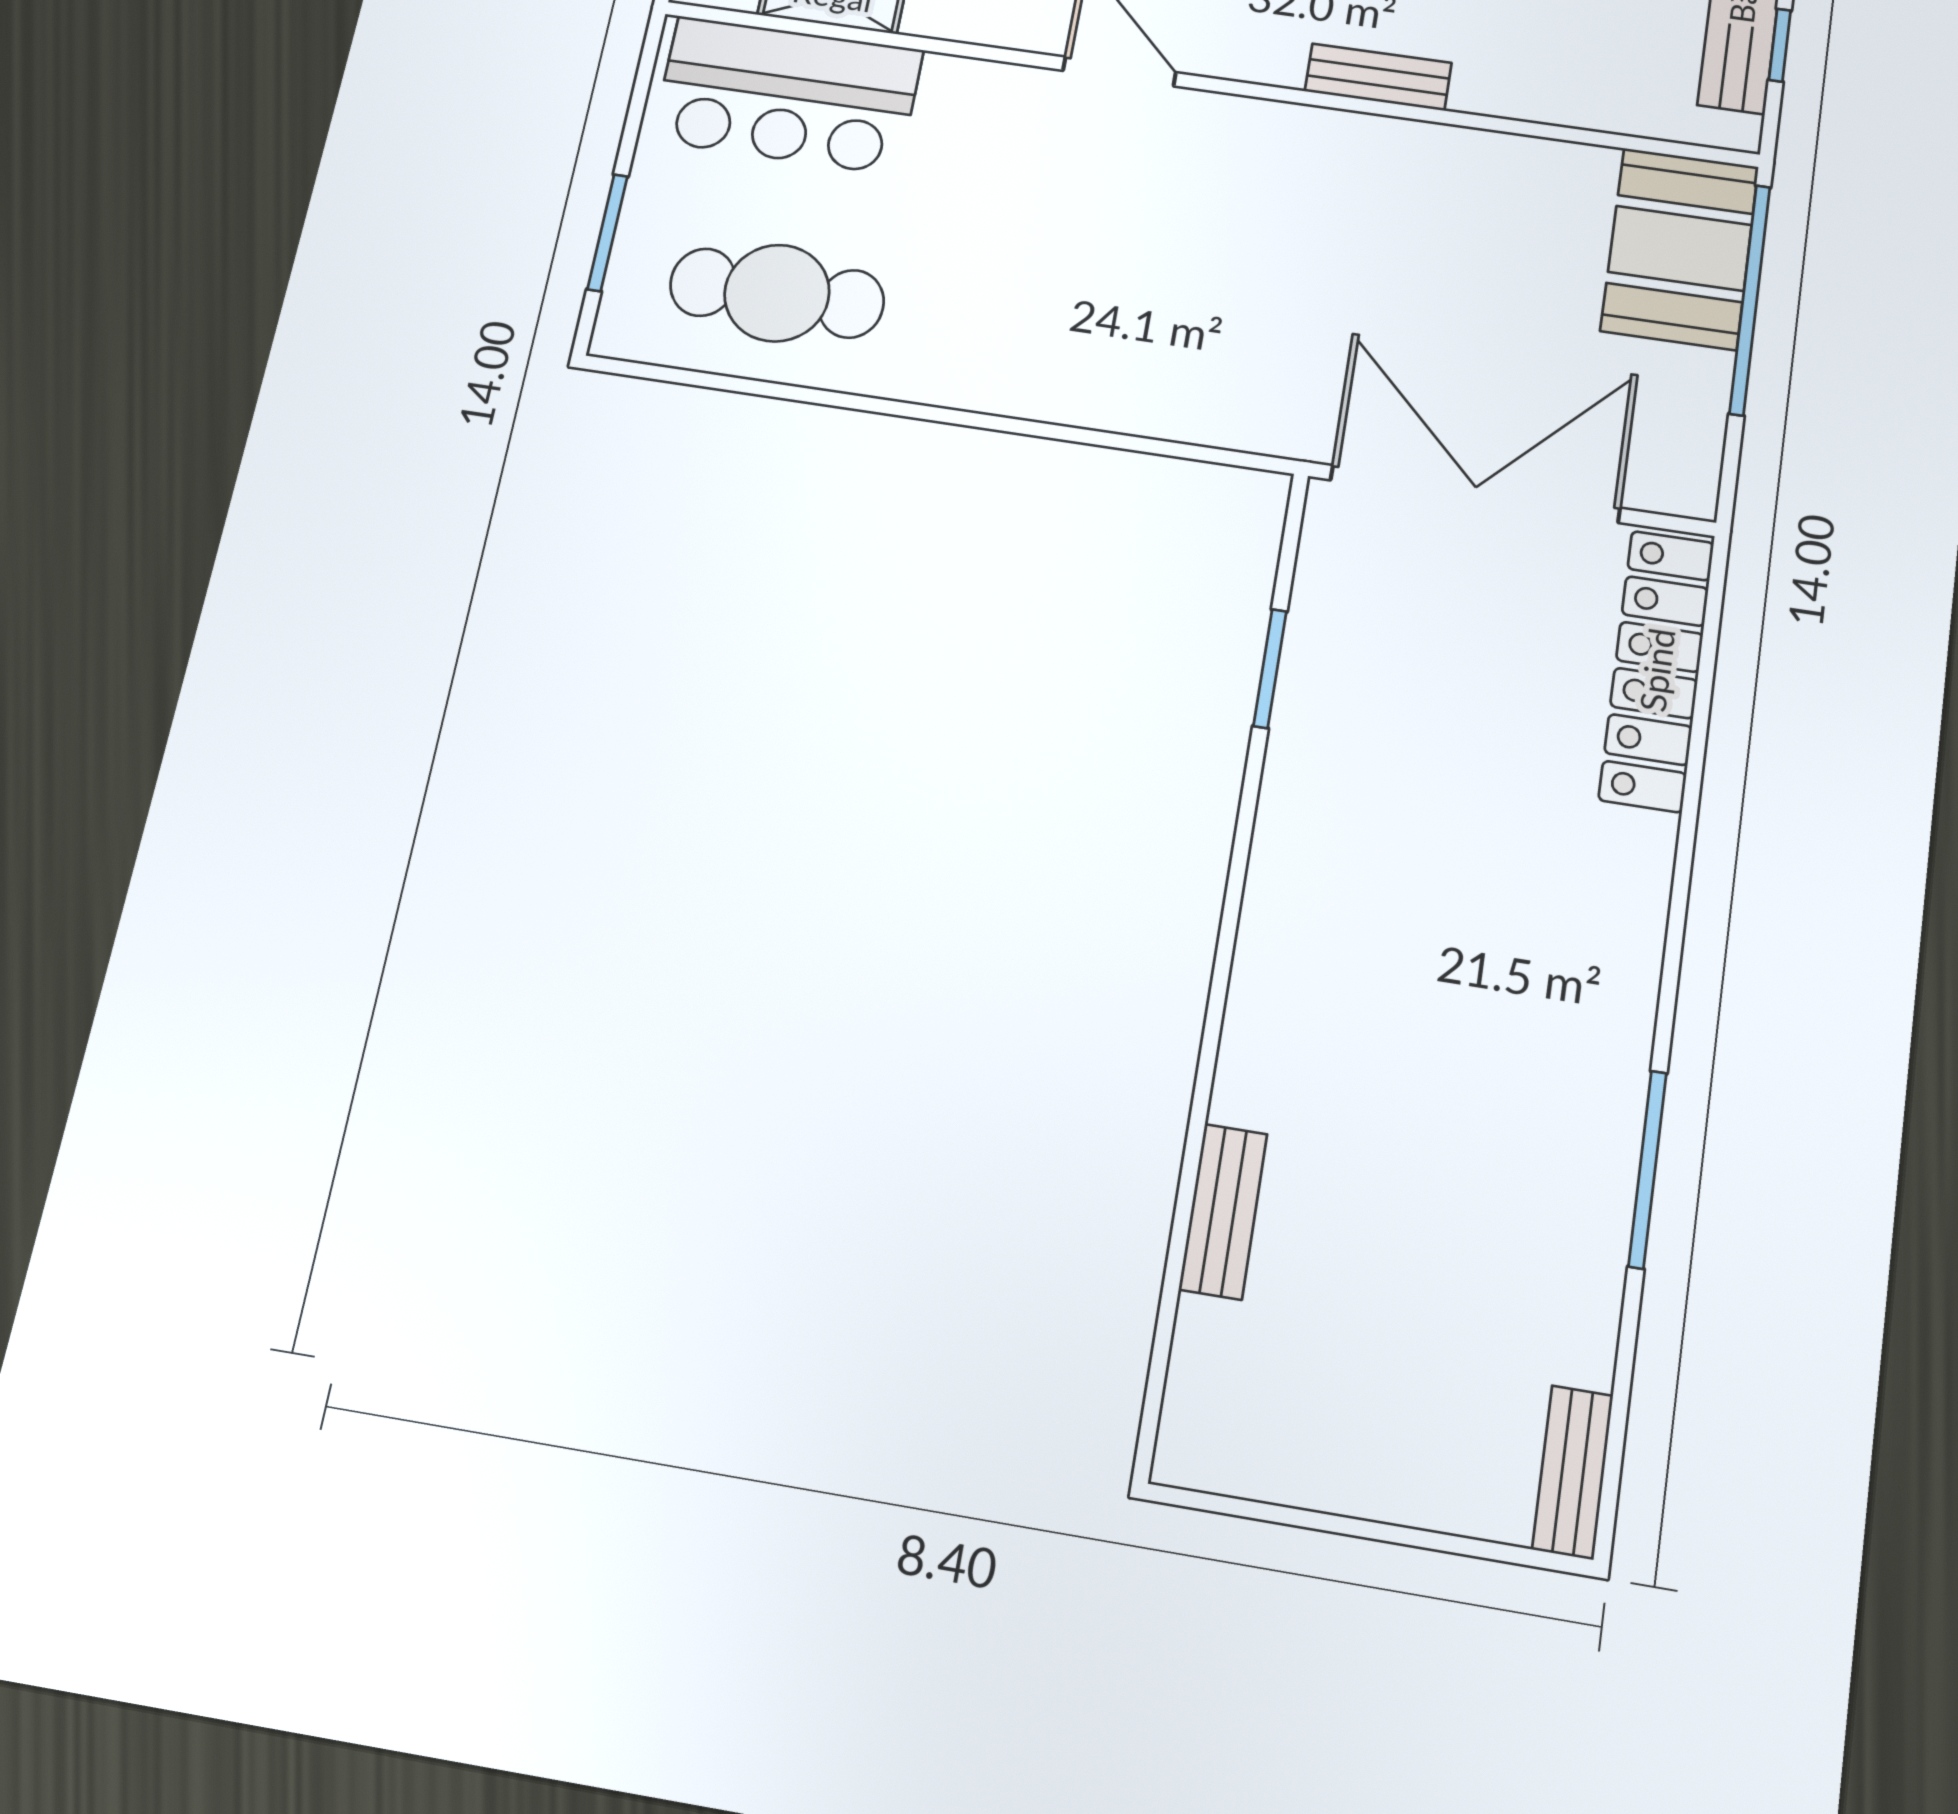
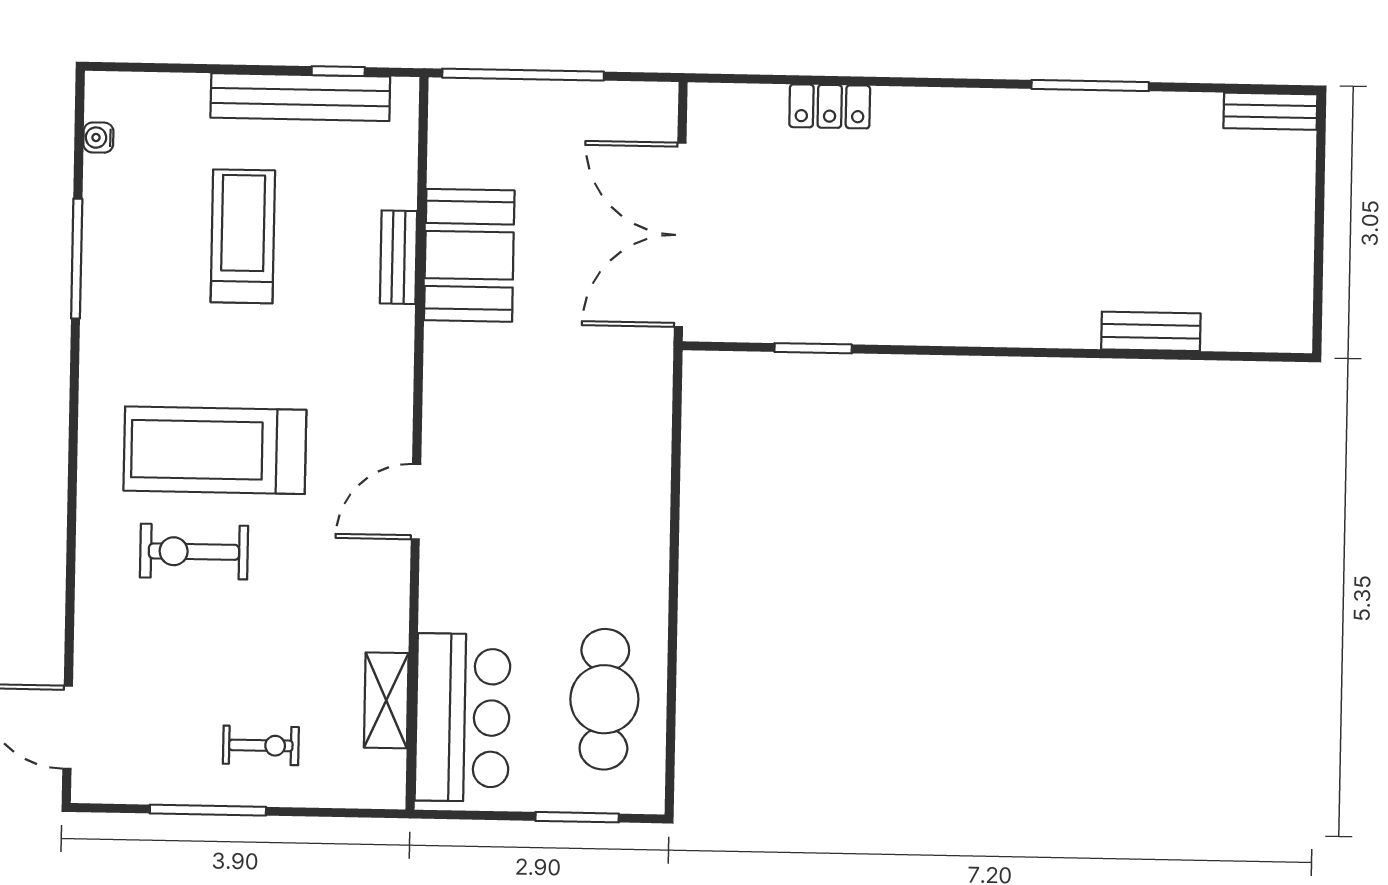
bench: (1378, 77) -> (398, 257), moved
booth: (1680, 248) -> (469, 255), moved, turned 90
locker: (1657, 670) -> (830, 106), width x0.46, depth x0.83

